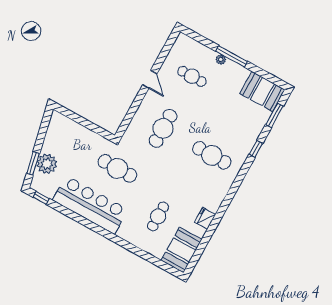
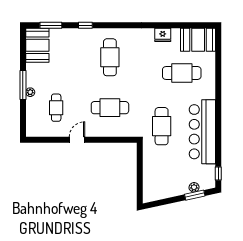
plant: (47, 164) -> (194, 187), width x0.53, depth x0.53
cafe table: (158, 216) -> (182, 73), width x1.37, depth x1.35

